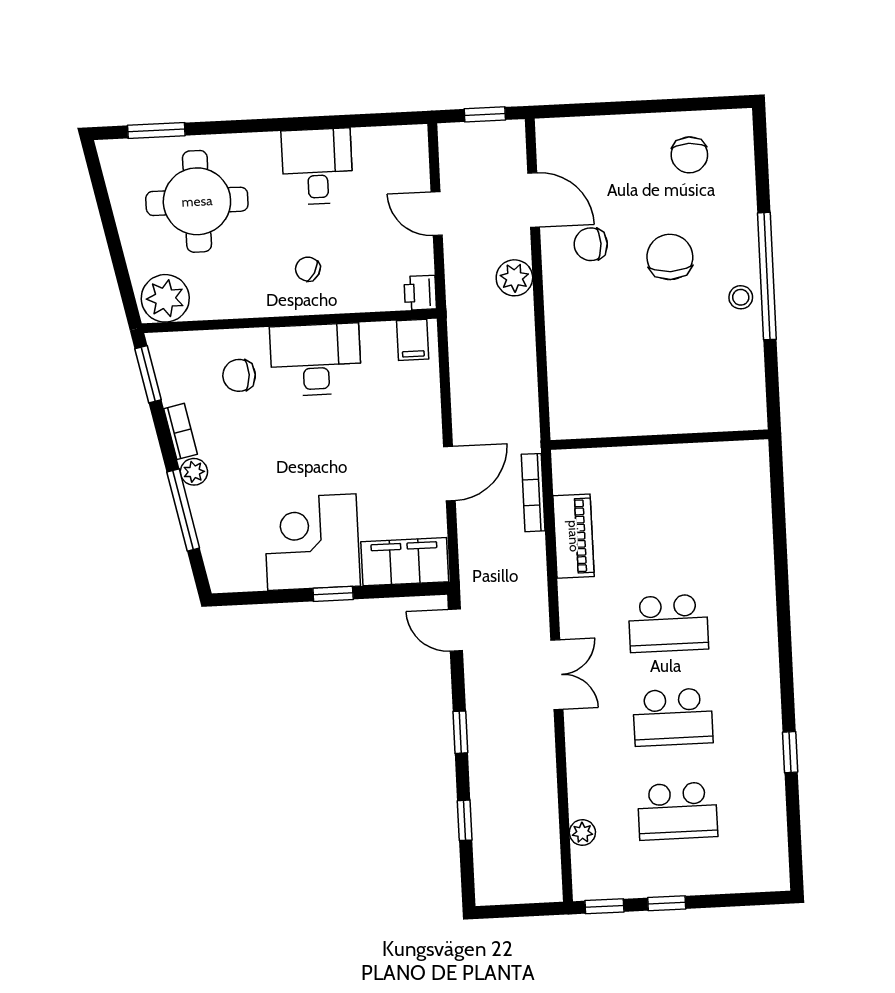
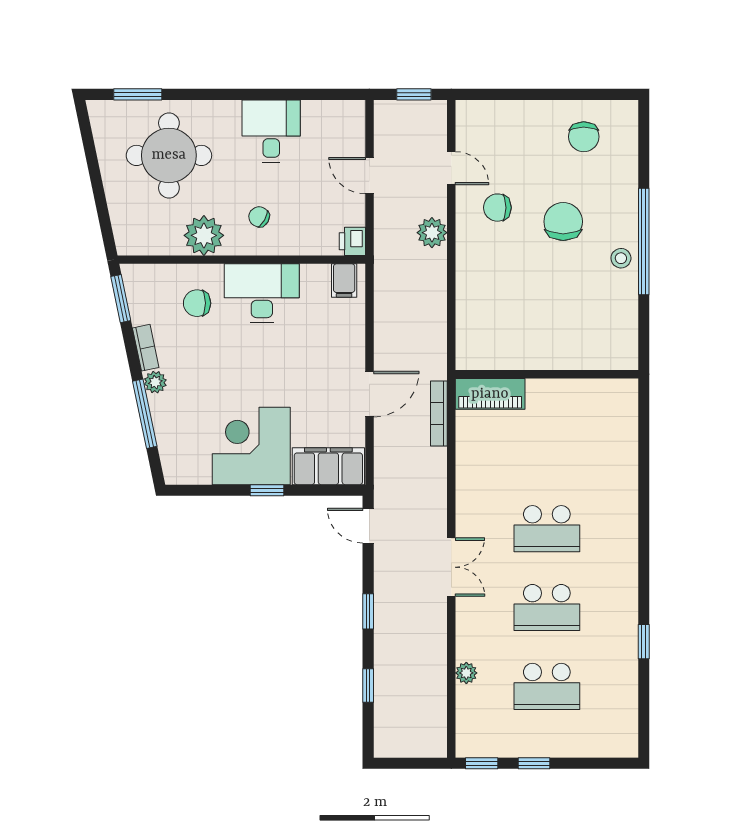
door: (534, 200) -> (451, 168), width x0.73
plant: (165, 298) -> (204, 235), moved
piano: (574, 536) -> (490, 394), moved, turned 90
plant: (582, 832) -> (466, 673), moved

